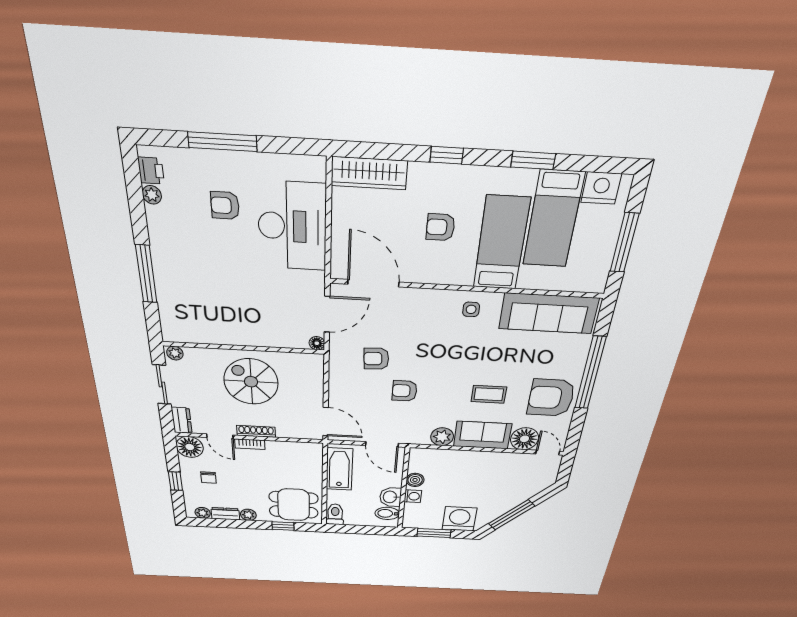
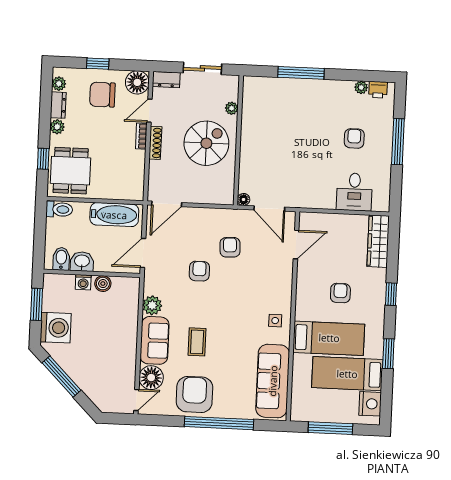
desk: (292, 226) -> (354, 192), width x0.53, depth x0.77
door: (373, 283) -> (296, 245), width x0.73
plant: (175, 353) -> (232, 108), moved
chair: (208, 478) -> (102, 95), width x1.87, depth x1.87

